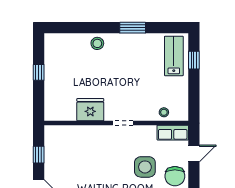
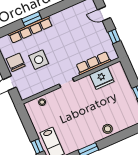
fridge: (90, 110) -> (102, 78), moved
row of seats: (173, 133) -> (93, 63), moved, width x1.48

